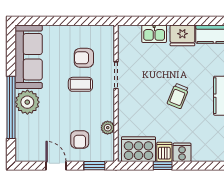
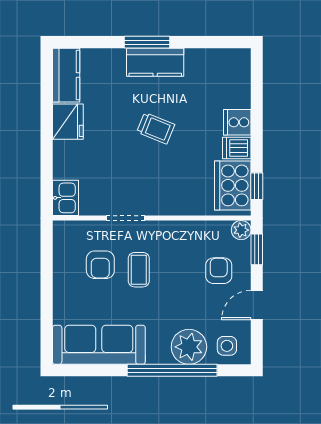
kitchen sink: (154, 34) -> (65, 198), moved
plant: (27, 102) -> (189, 347), moved
plant: (108, 128) -> (241, 230), moved
armchair: (80, 139) -> (219, 271), turned -90
side table: (28, 145) -> (227, 346), added
window: (163, 166) -> (257, 186), moved

